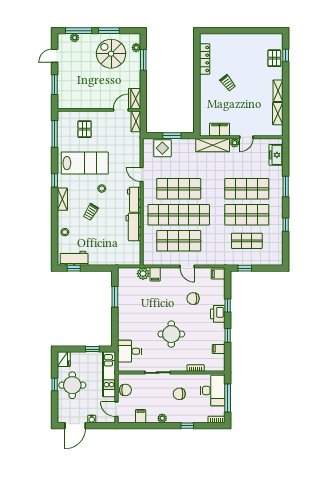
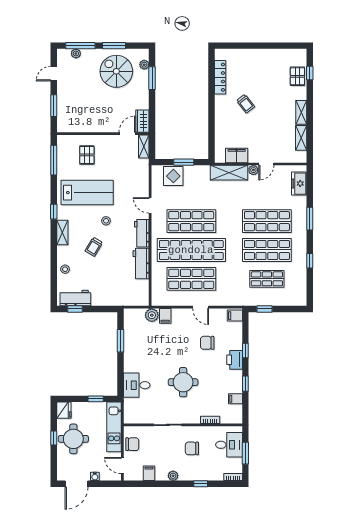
desk: (129, 351) -> (137, 385), moved
desk: (213, 390) -> (229, 445), width x0.73
window: (228, 398) -> (245, 453), width x0.69

